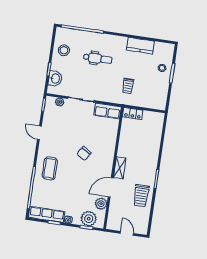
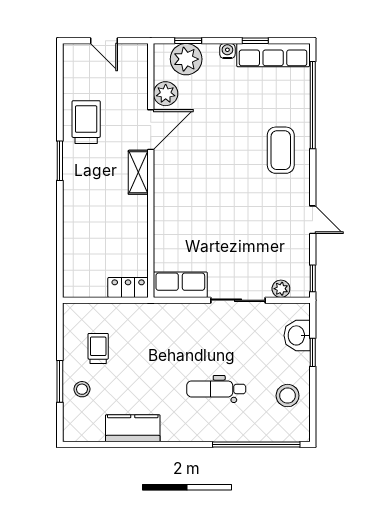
trolley: (128, 86) -> (98, 348), moved
chair: (84, 154) -> (216, 191), removed

